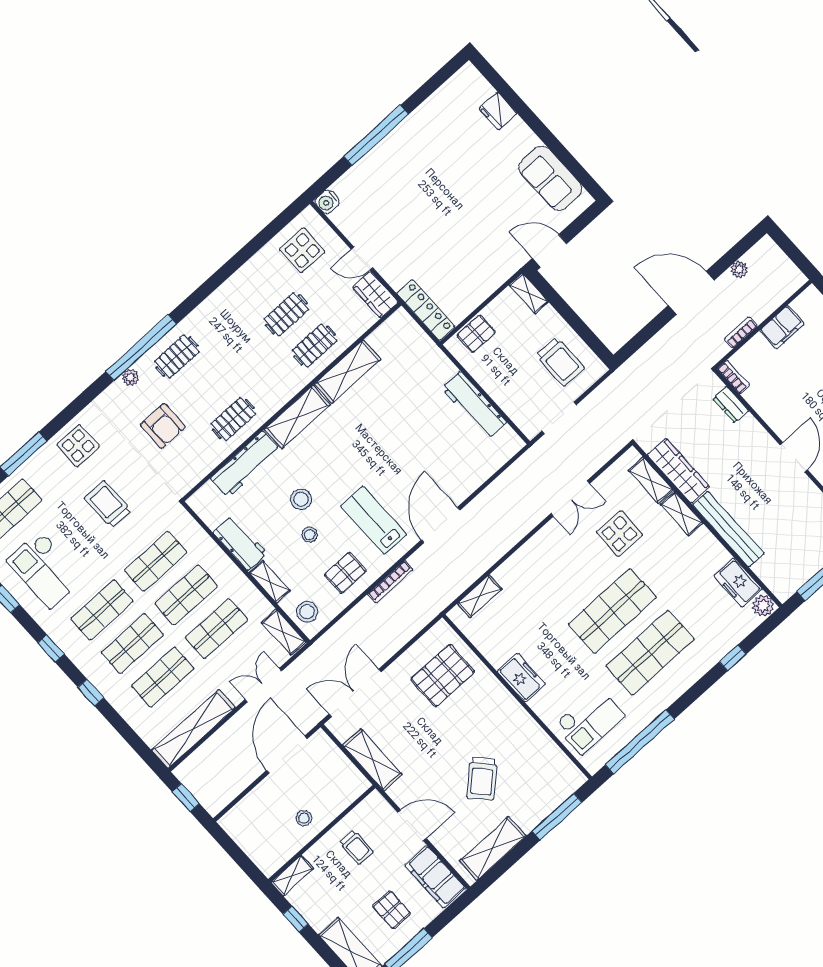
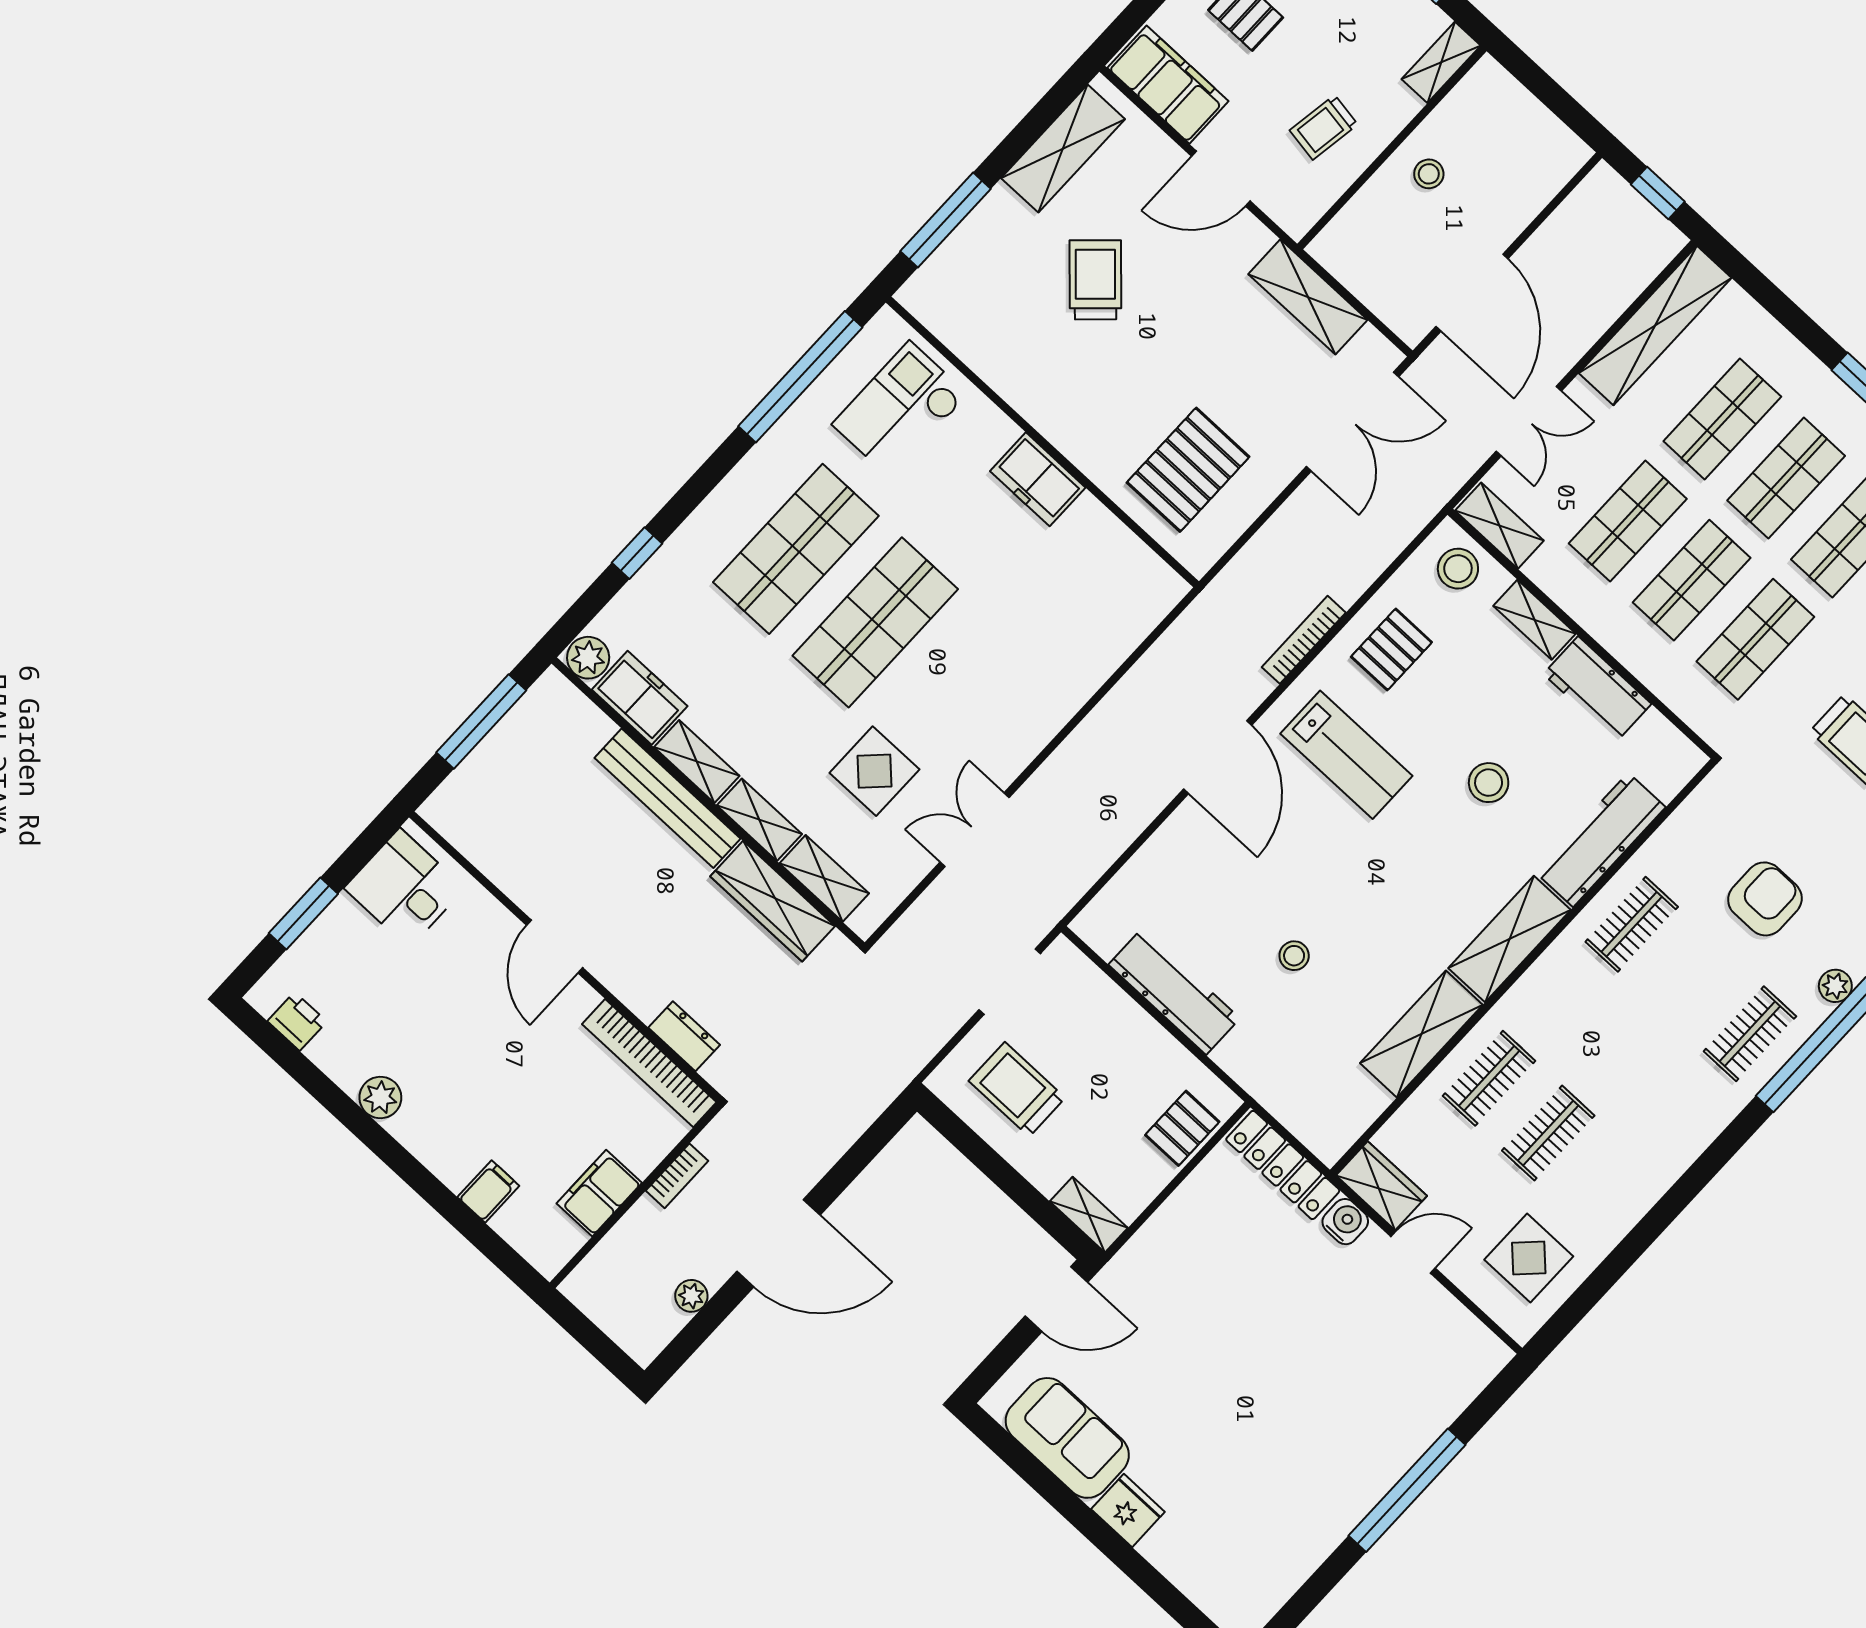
fridge: (498, 111) -> (1128, 1510), moved
water cooler: (327, 202) -> (1345, 1222), moved
bookcase: (733, 377) -> (649, 1063), width x2.31, depth x1.31
armchair: (163, 426) -> (1765, 899), turned 90
stool: (310, 535) -> (1294, 956), moved
shelving: (480, 596) -> (697, 762), moved, turned 90
trolley: (356, 847) -> (1324, 127), turned -81

